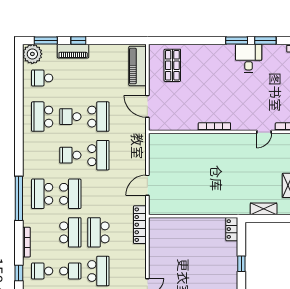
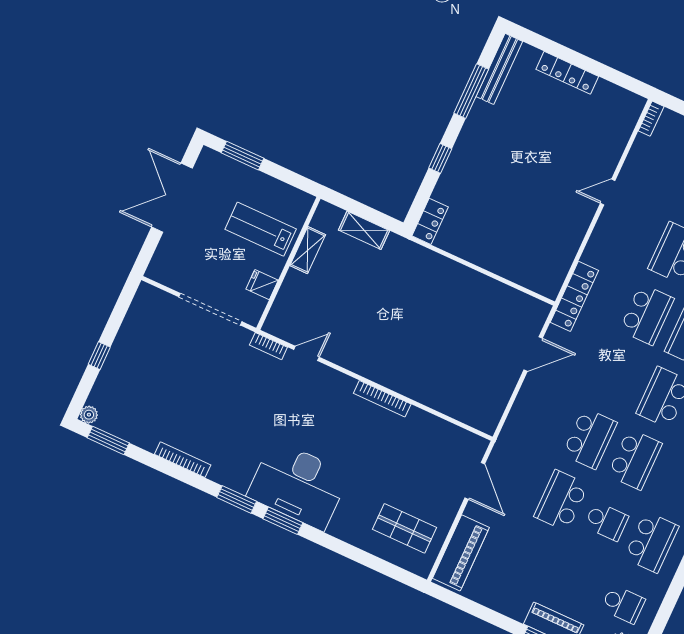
desk: (249, 58) -> (298, 485), width x1.87, depth x1.30
shop shelf: (172, 65) -> (404, 528), turned 90
school desk: (70, 155) -> (635, 459), width x1.85
school desk: (98, 155) -> (590, 439), turned 180

